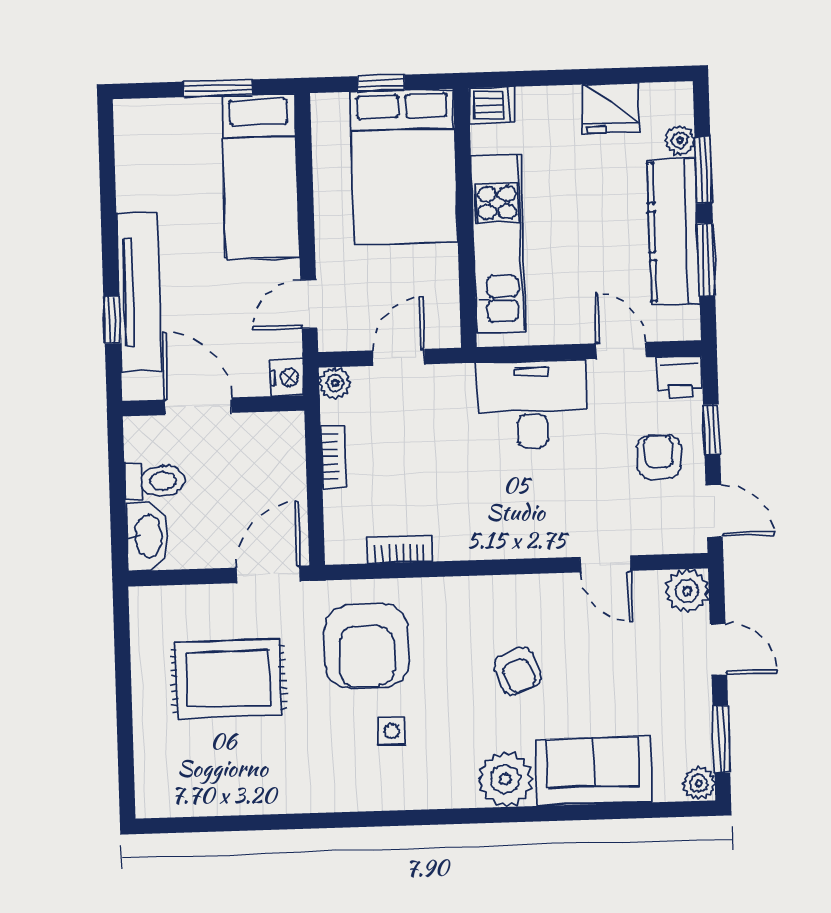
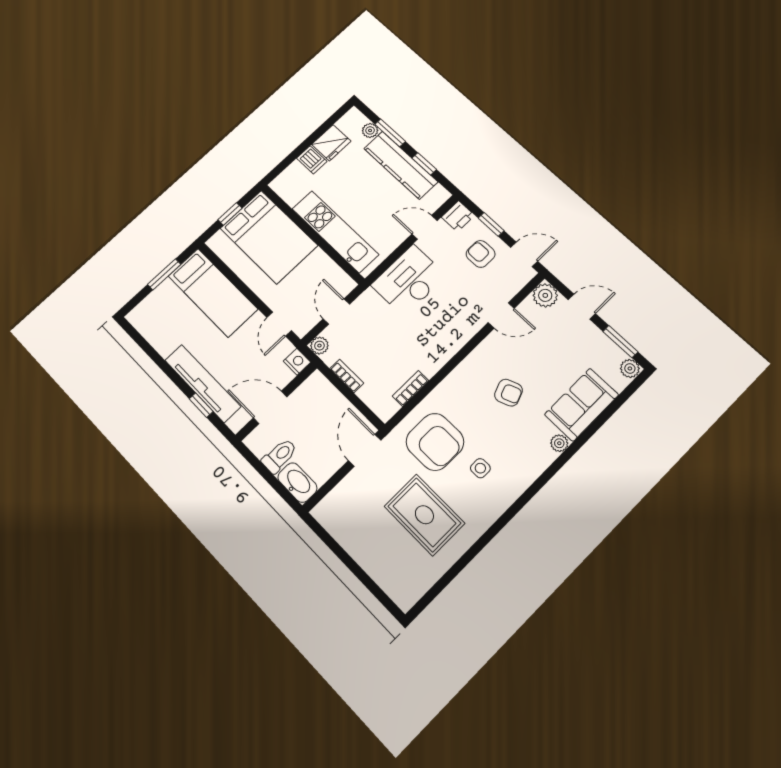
dishwasher: (492, 105) -> (312, 160), moved, turned 90
window: (706, 260) -> (424, 164), width x0.67
rug: (228, 679) -> (424, 515), moved, turned 90
plant: (505, 779) -> (559, 443), width x0.53, depth x0.53

